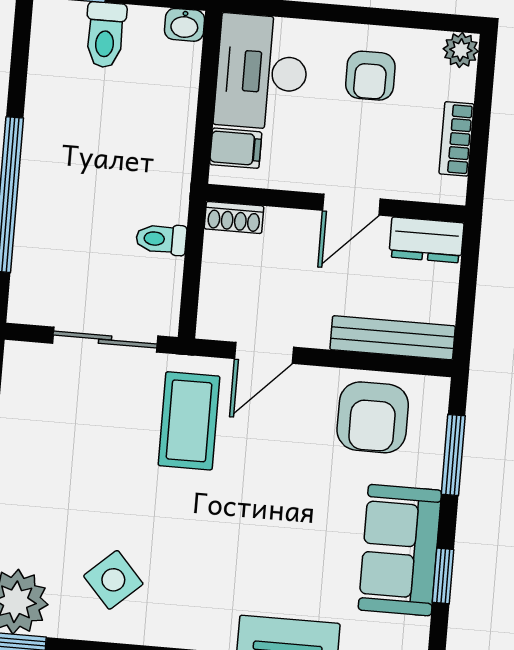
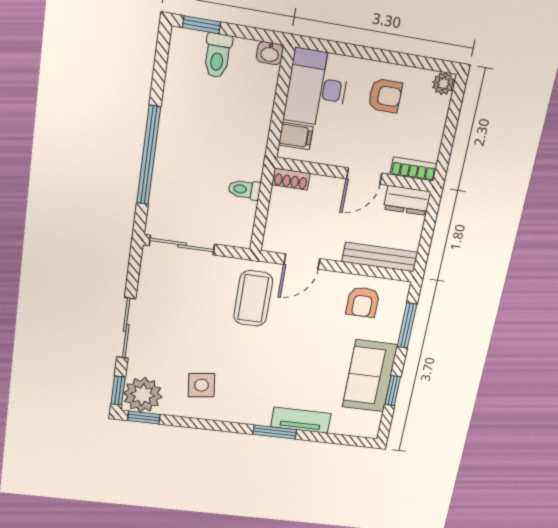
armchair: (370, 76) -> (385, 96), turned -90
bookcase: (456, 139) -> (414, 169), moved, turned 90
sliding door: (105, 340) -> (182, 245), moved
armchair: (373, 417) -> (363, 302), width x0.72, depth x0.72
side table: (113, 580) -> (202, 385), turned 35

